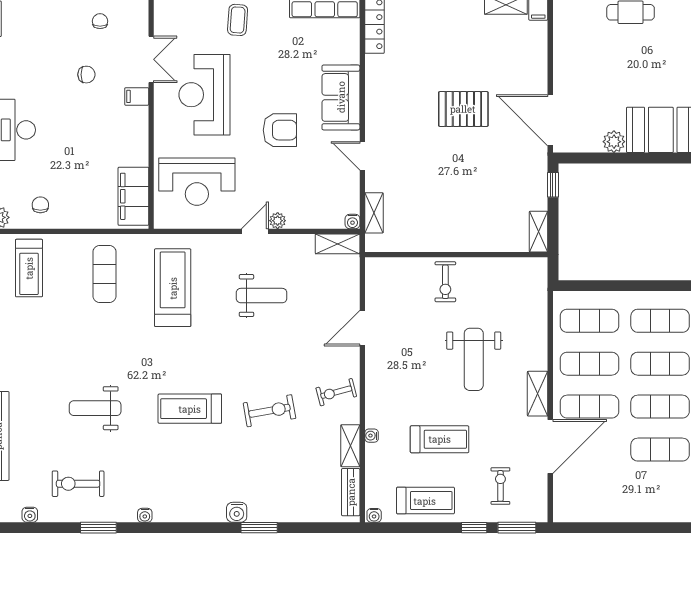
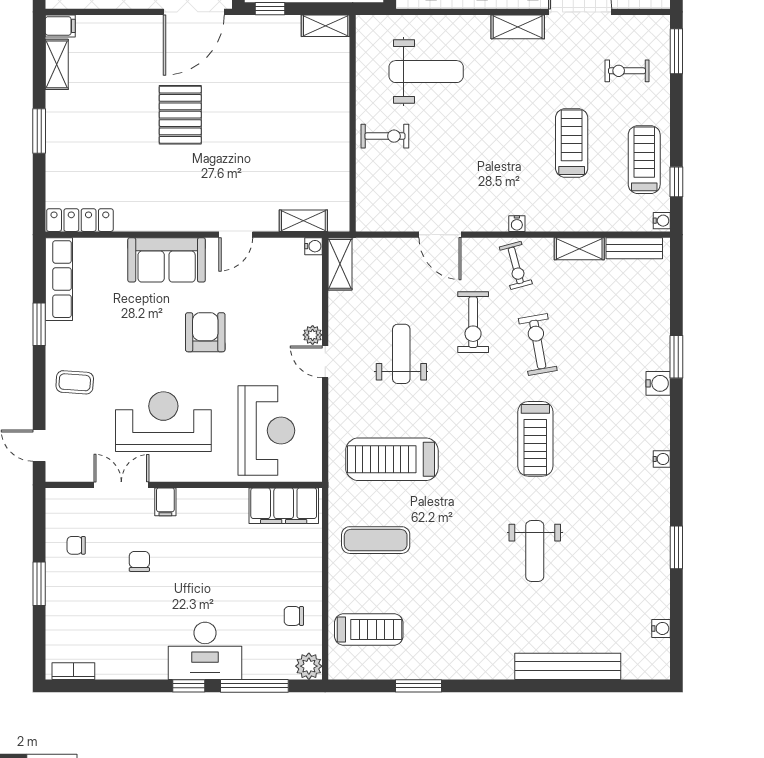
reception desk: (204, 95) -> (163, 422), turned 180
weight bench: (474, 359) -> (426, 72), moved
water cooler: (372, 436) -> (517, 224), moved
exercise bike: (78, 484) -> (473, 322), moved
water cooler: (145, 515) -> (662, 459), moved
window: (474, 528) -> (676, 182), moved

